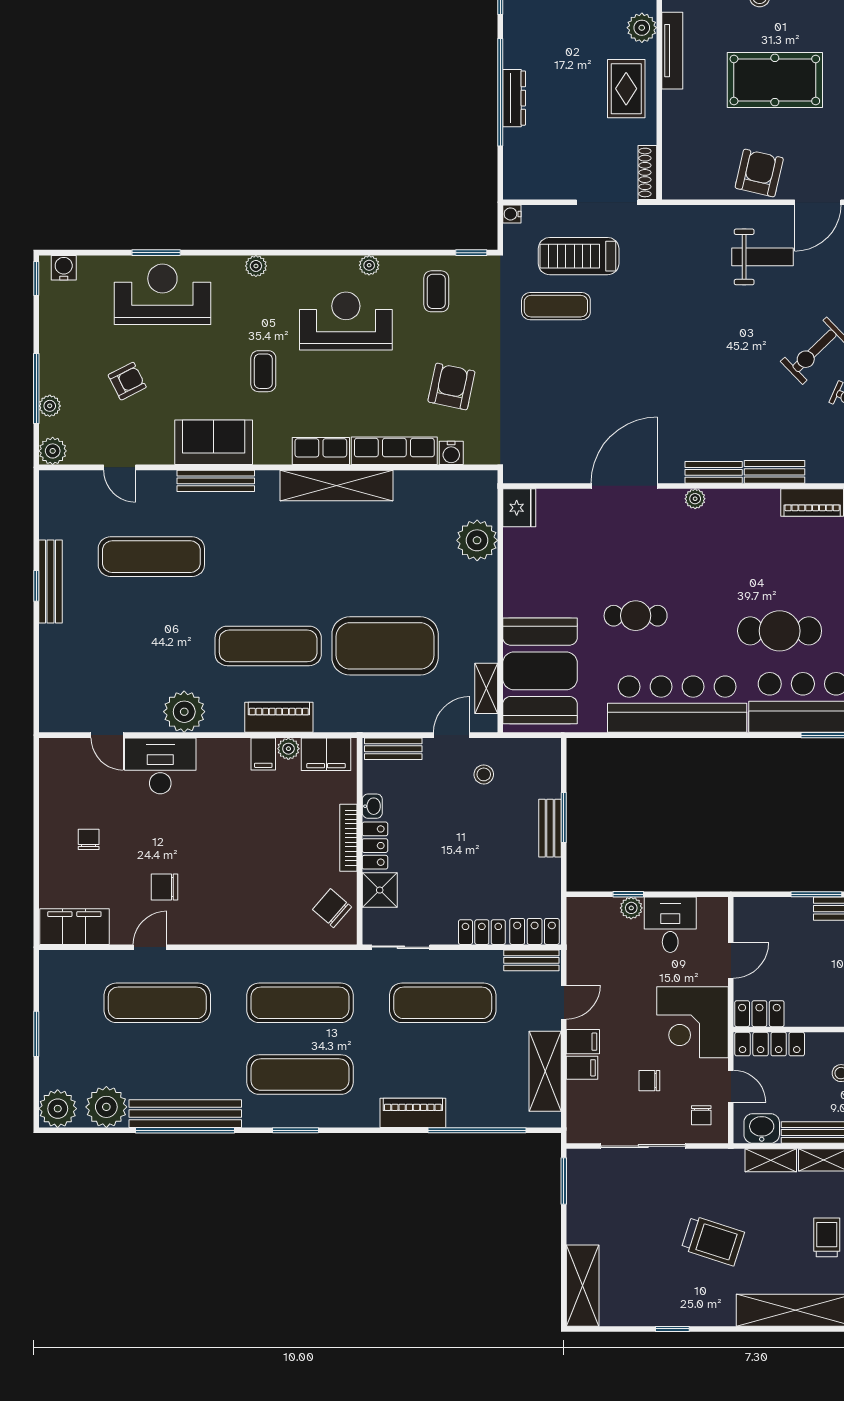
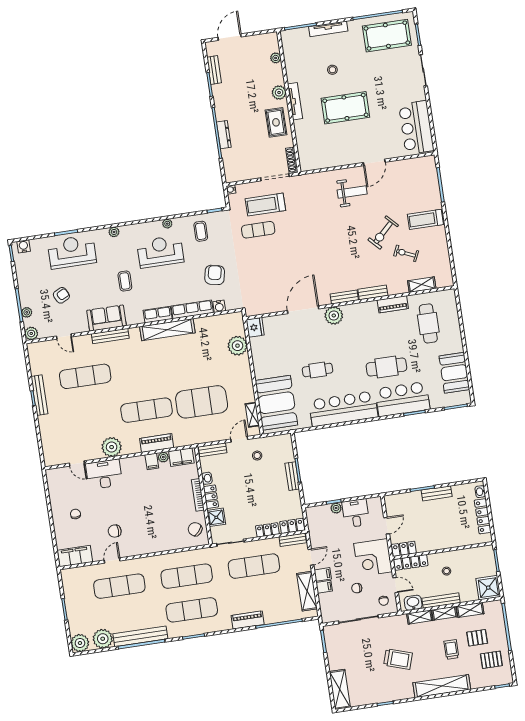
armchair: (759, 173) -> (345, 153), removed
plant: (695, 499) -> (334, 316), width x1.88, depth x1.88

